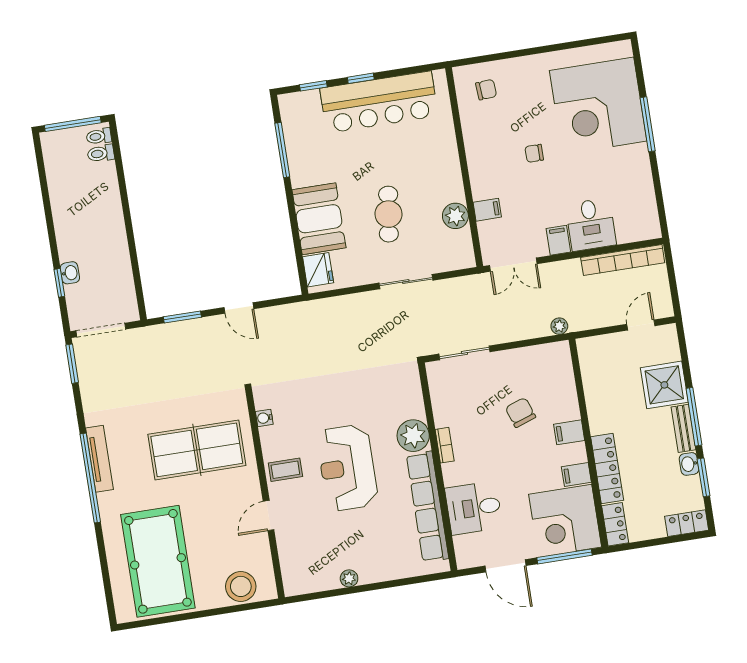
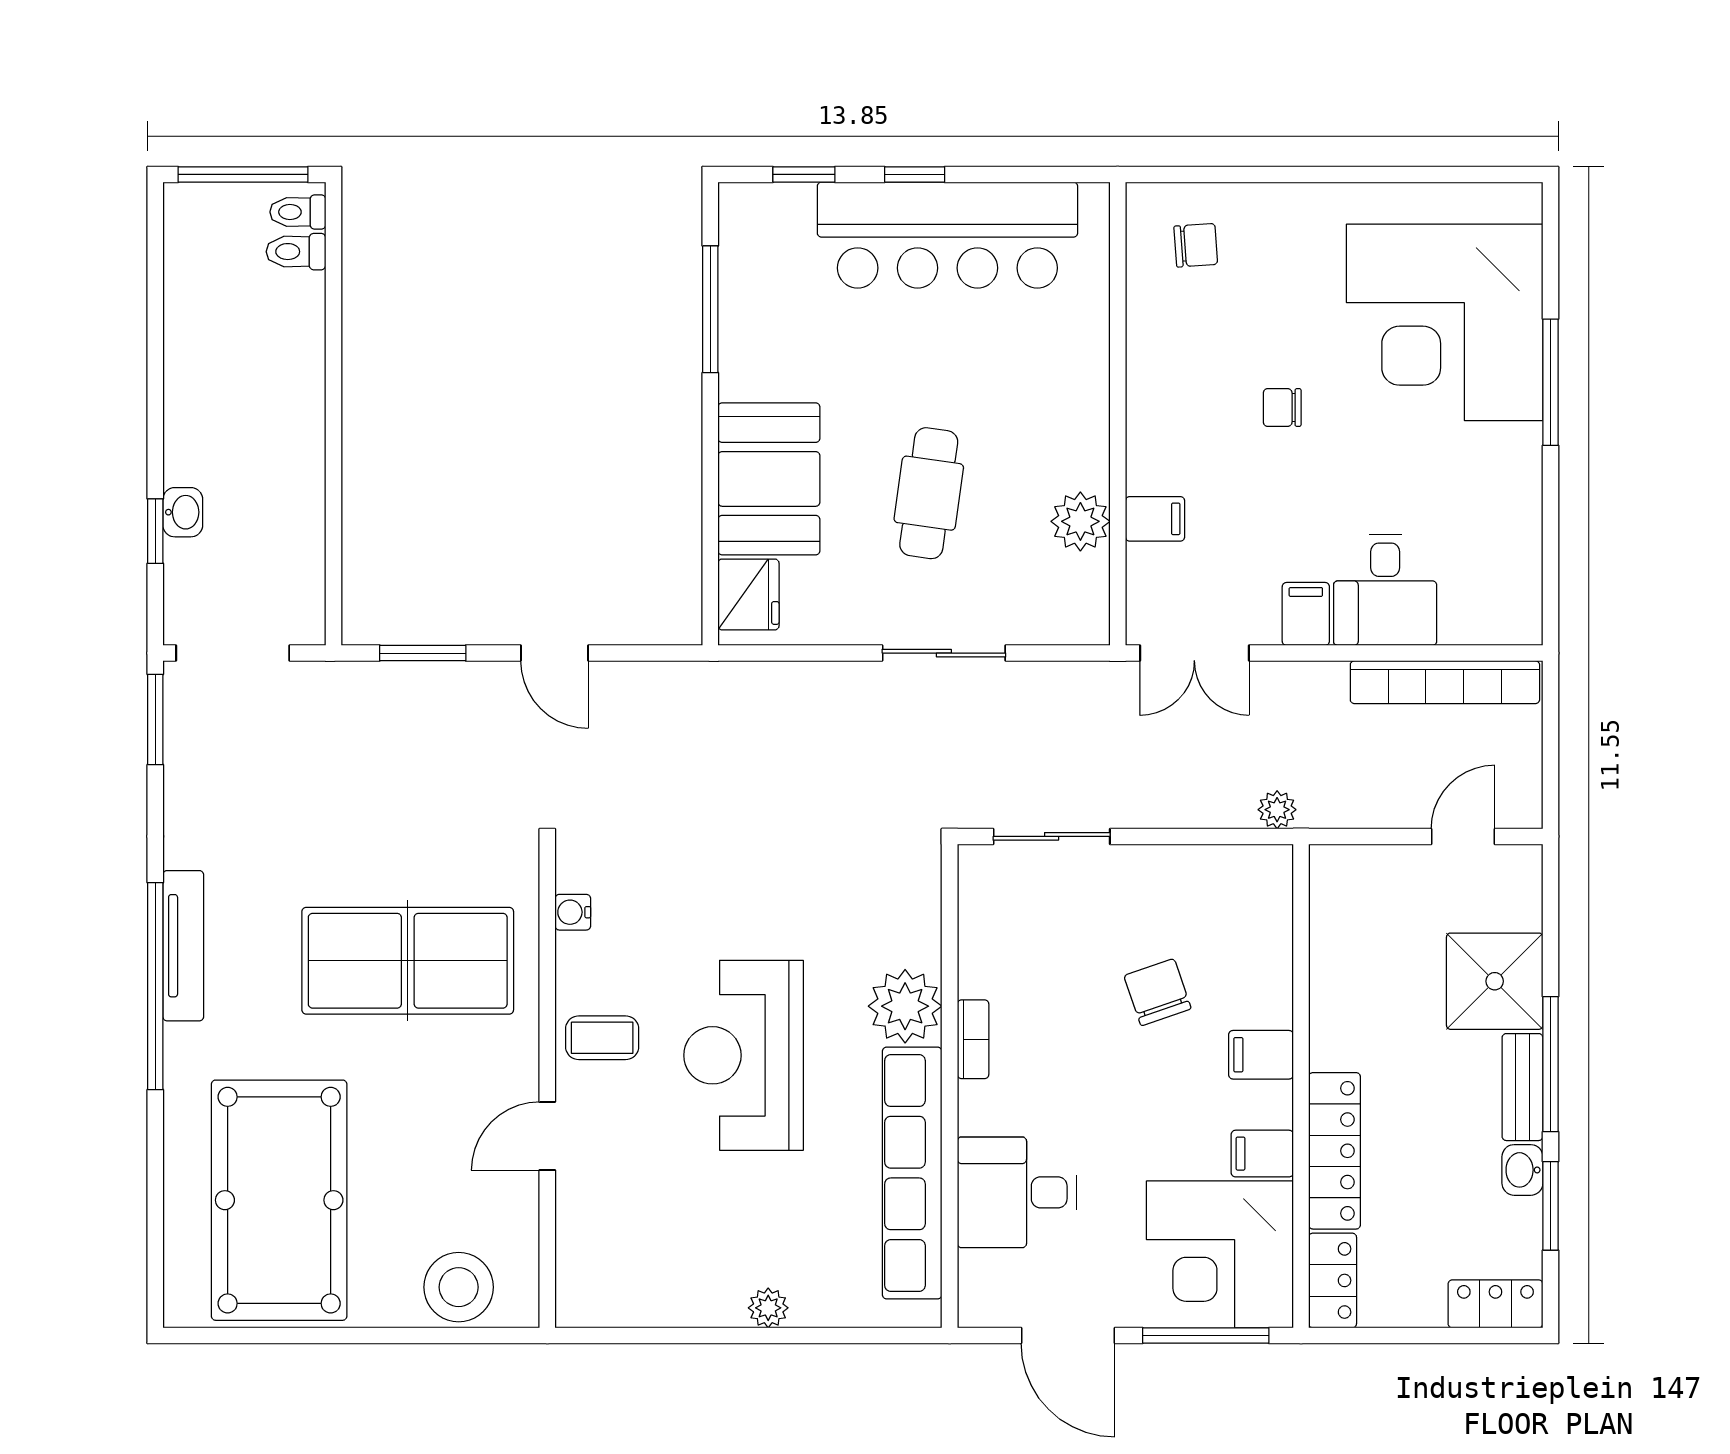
plant: (349, 578) -> (768, 1308), moved

